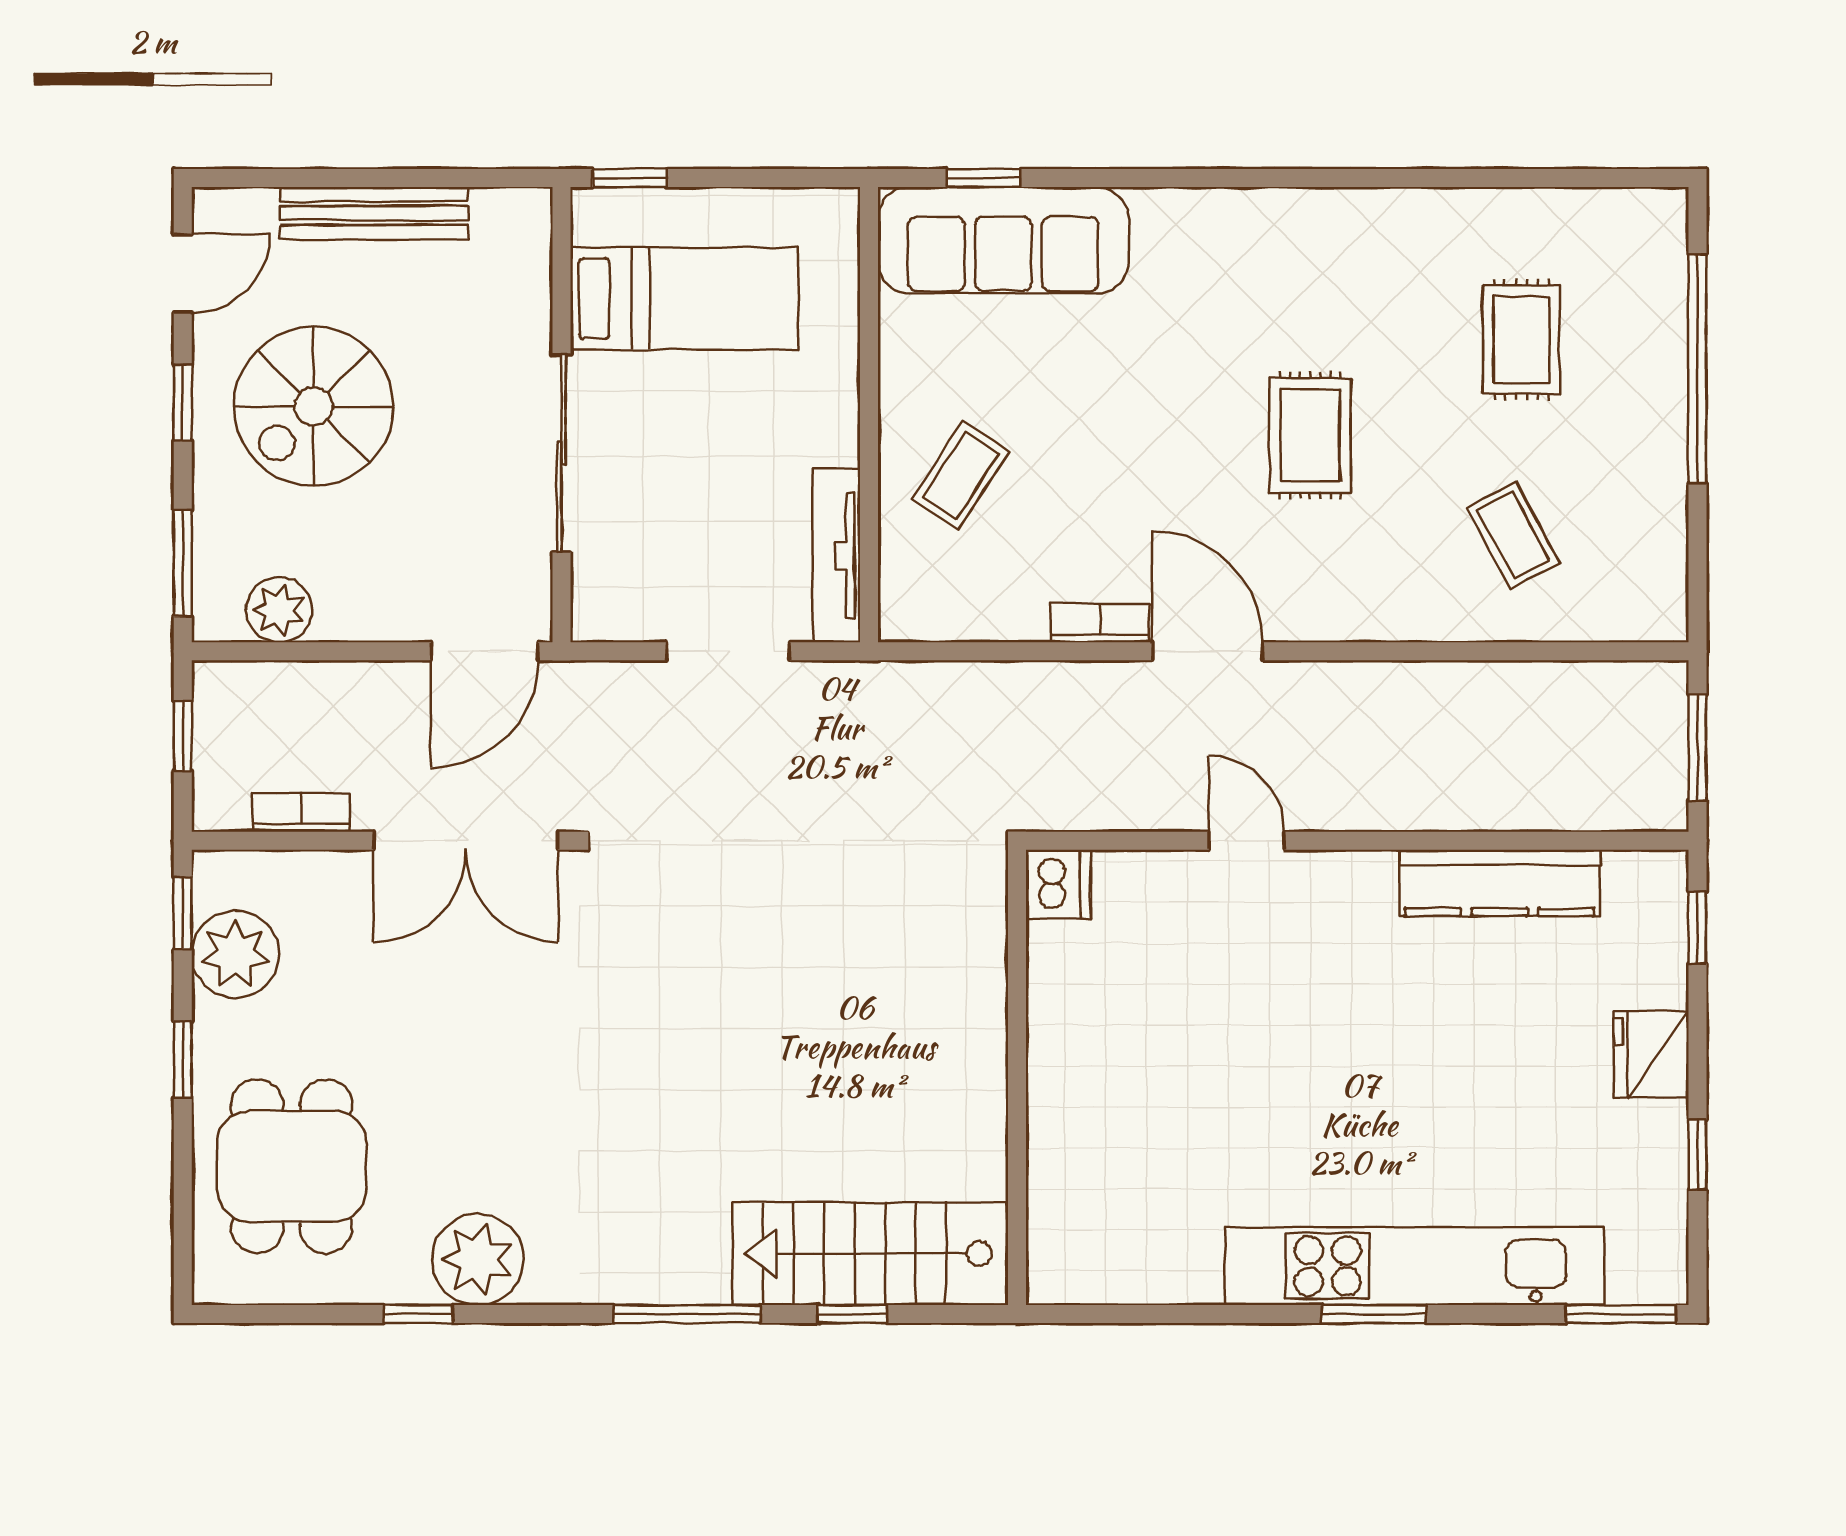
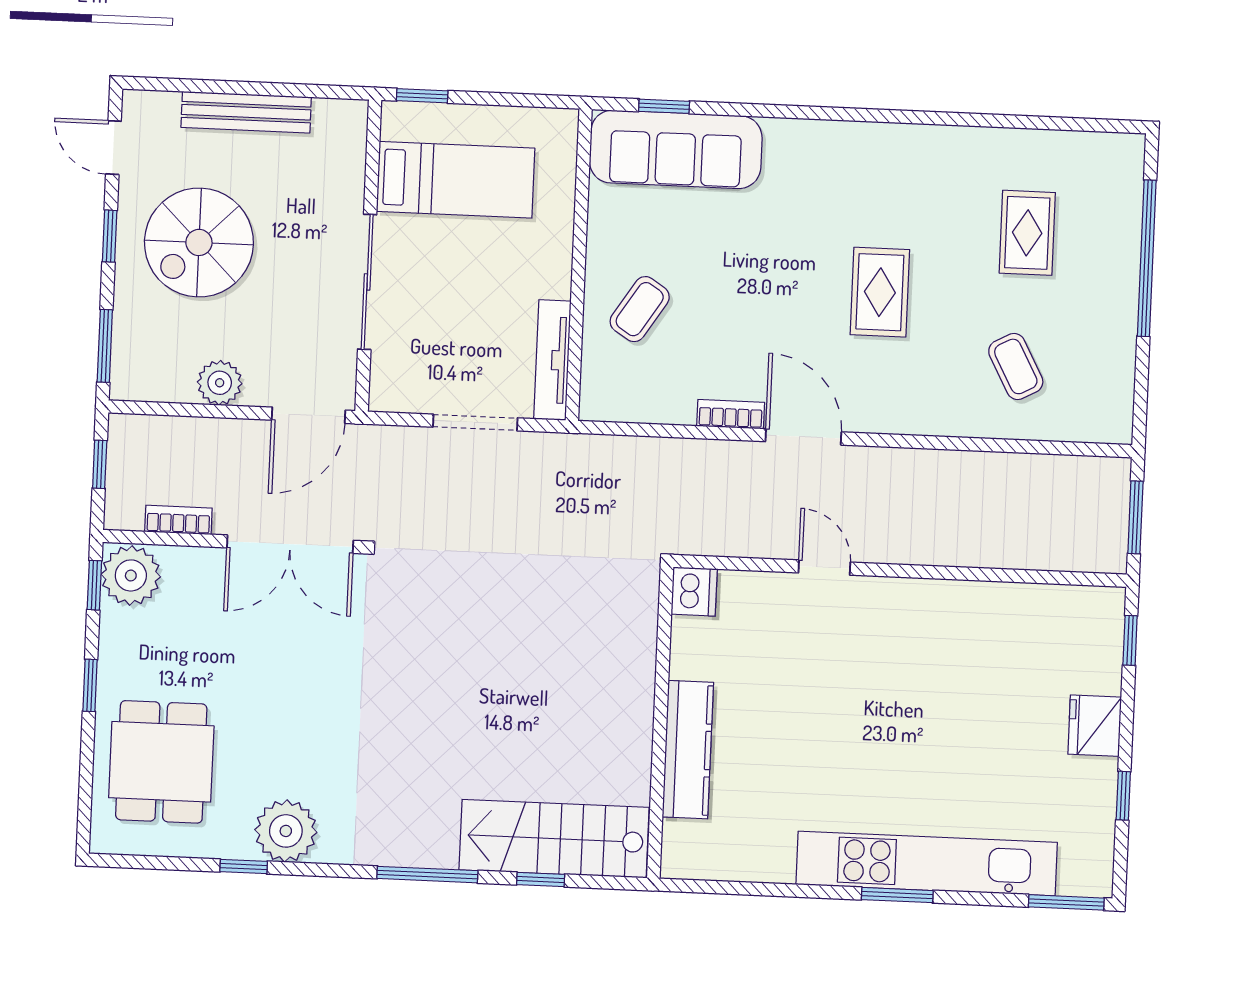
door: (183, 273) -> (113, 148), swing flipped
plant: (279, 610) -> (220, 383), moved
kitchen counter: (1499, 883) -> (688, 750), moved, turned -90
plant: (235, 954) -> (131, 575), moved

